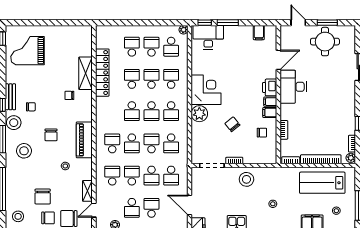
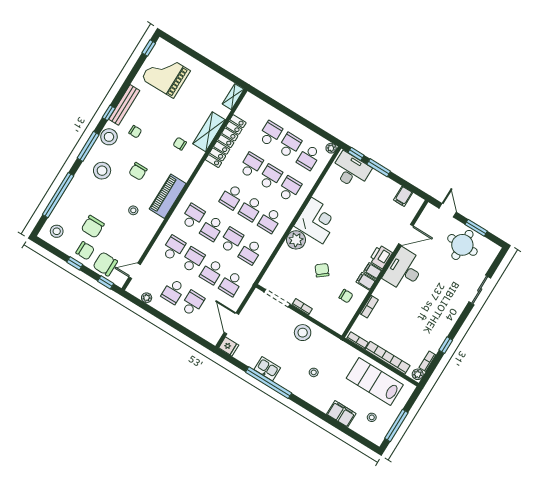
bench: (10, 97) -> (124, 105), width x1.36
shelving: (87, 191) -> (233, 97), moved

